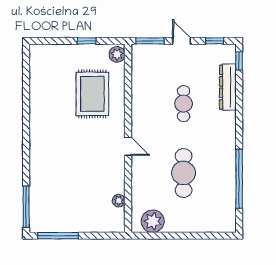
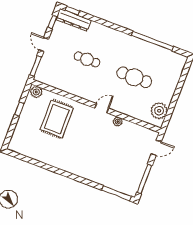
door: (182, 41) -> (44, 45), hinge flipped
dresser: (228, 87) -> (74, 20), moved
rug: (92, 94) -> (57, 119), turned 90
plant: (119, 201) -> (118, 122), moved
door: (104, 236) -> (156, 148), added

